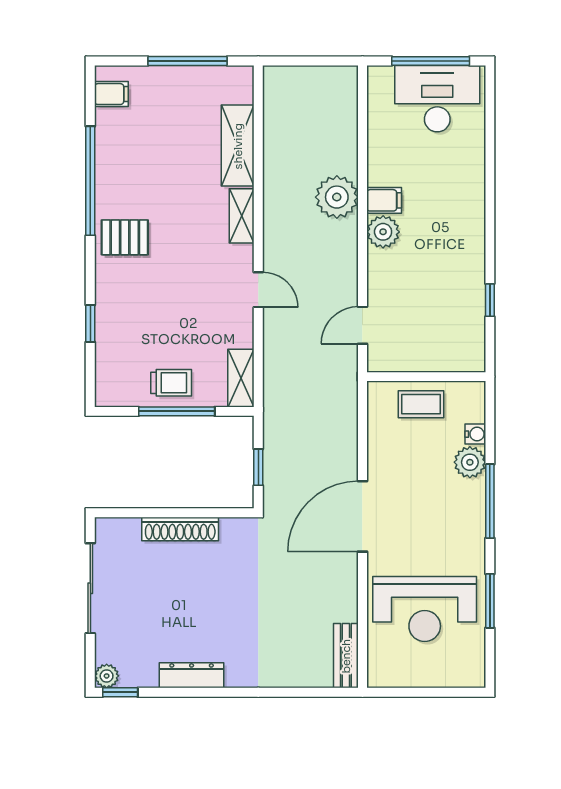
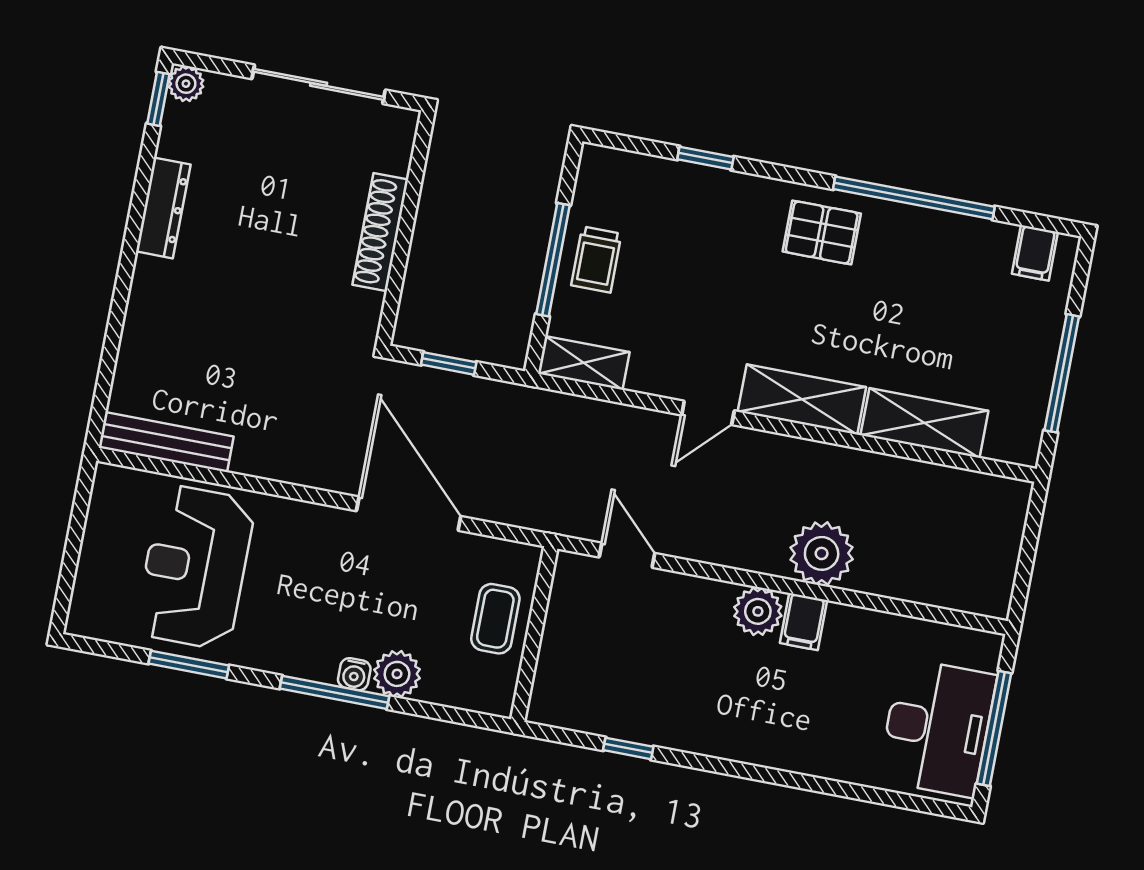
shelving: (242, 216) -> (802, 399), width x1.50, depth x1.33
pallet: (125, 237) -> (822, 232), turned 90
water cooler: (475, 434) -> (354, 674), moved
door: (362, 516) -> (409, 514), moved
bench: (346, 656) -> (166, 442), width x1.36

